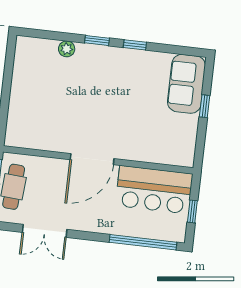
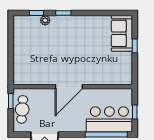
window: (135, 45) -> (36, 13), moved
bar counter: (154, 190) -> (109, 119), moved, turned 180

